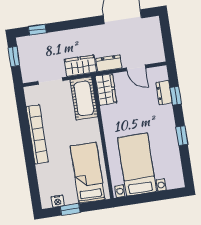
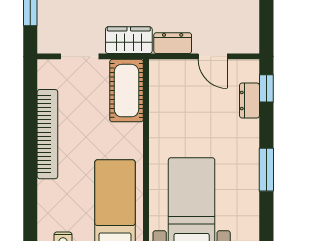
wardrobe: (106, 89) -> (162, 82), removed
window: (176, 96) -> (266, 88), moved
window: (182, 136) -> (266, 170), width x1.50

